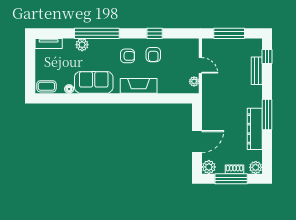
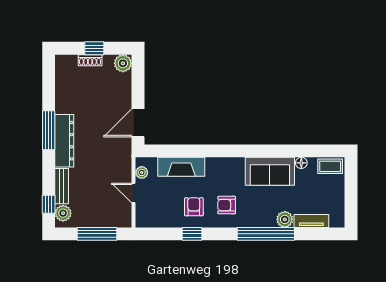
tv unit: (49, 43) -> (311, 221), moved
fireplace: (139, 86) -> (181, 167), moved
dresser: (255, 129) -> (64, 141), moved
door: (197, 142) -> (138, 123), moved
plant: (256, 167) -> (63, 213), moved
window: (231, 179) -> (94, 48), width x0.46

